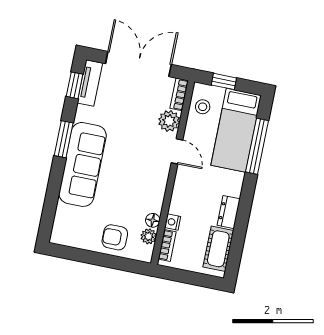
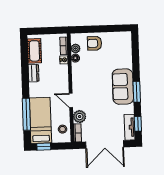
window: (224, 81) -> (44, 147), moved
sofa: (83, 164) -> (123, 87), width x0.73
armchair: (115, 237) -> (95, 43), turned 180

